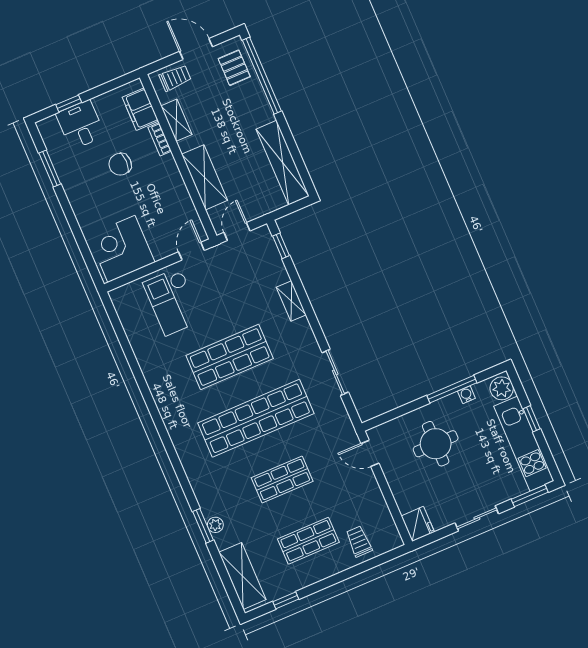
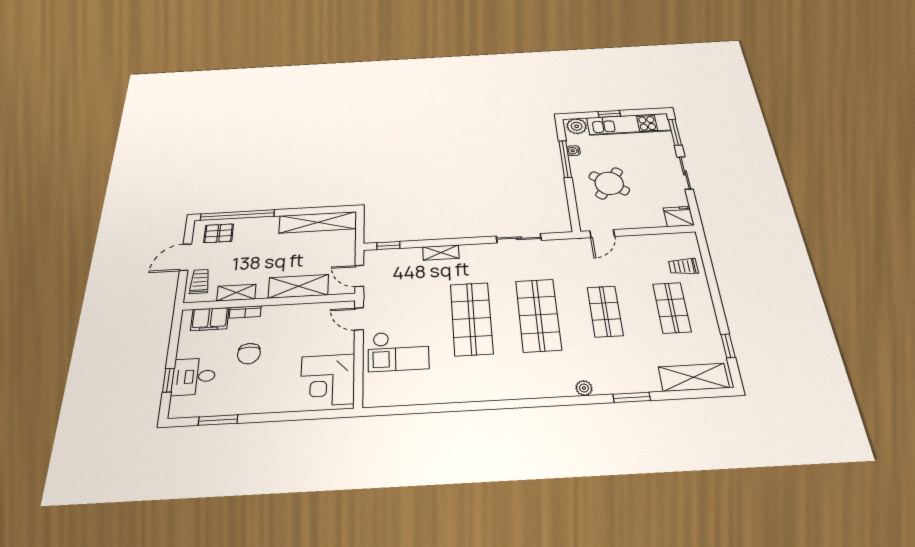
shop shelf: (256, 418) -> (538, 315), width x0.71
round table: (436, 444) -> (609, 183), turned 36
plant: (215, 525) -> (584, 388), moved

